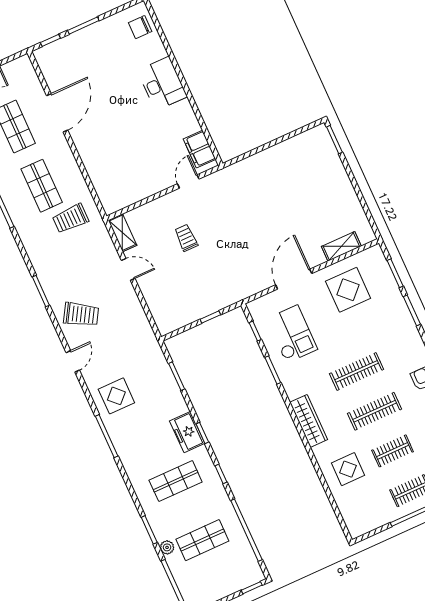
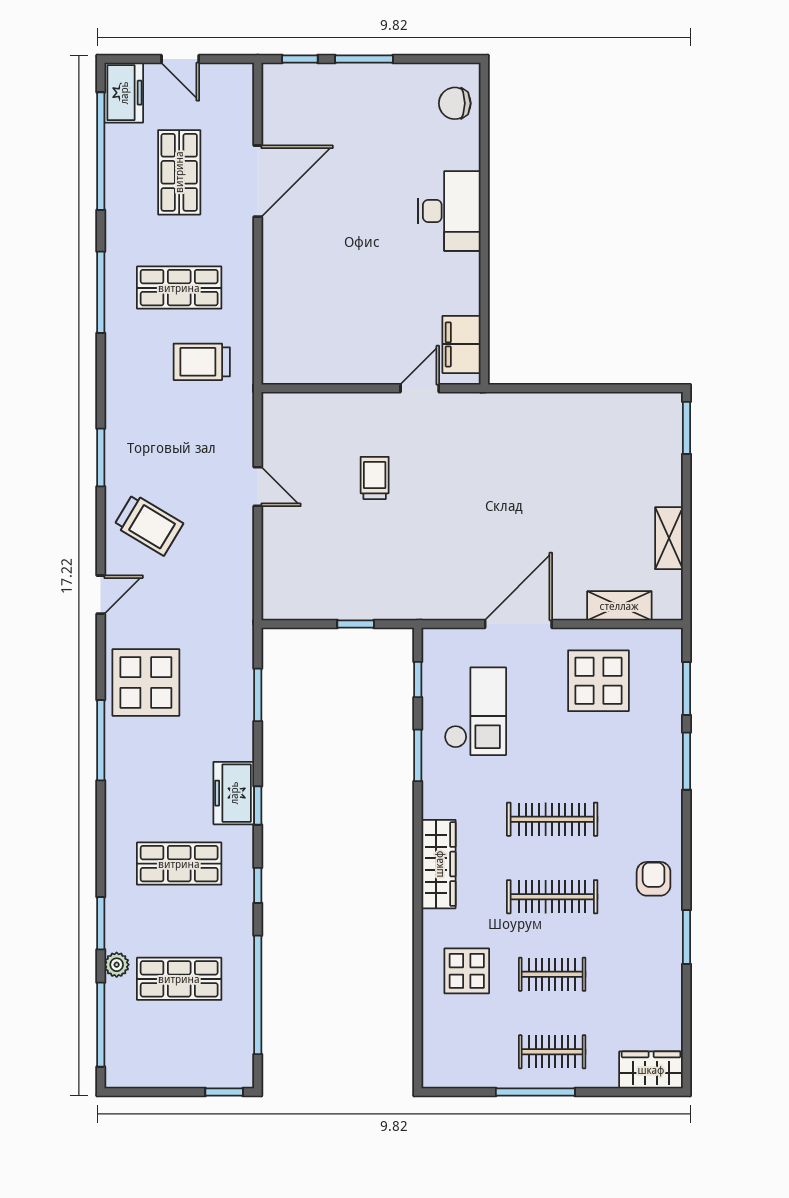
shop shelf: (42, 186) -> (179, 288), turned 90
shelving: (122, 233) -> (669, 538), moved
display table: (116, 396) -> (146, 682), width x1.36, depth x1.36

